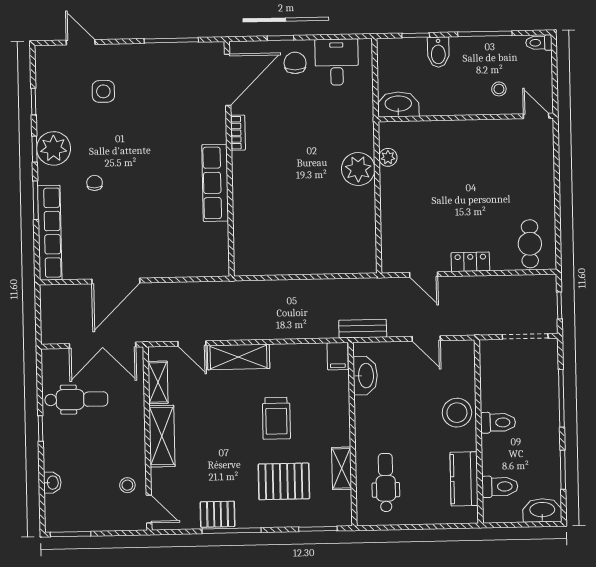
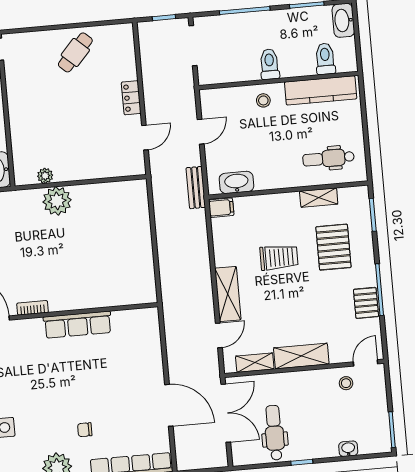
cafe table: (530, 244) -> (75, 52), moved, turned -48
stool: (457, 413) -> (263, 100), width x0.53, depth x0.53
kitchen counter: (464, 479) -> (321, 90), width x1.50

